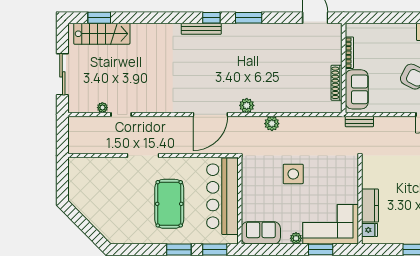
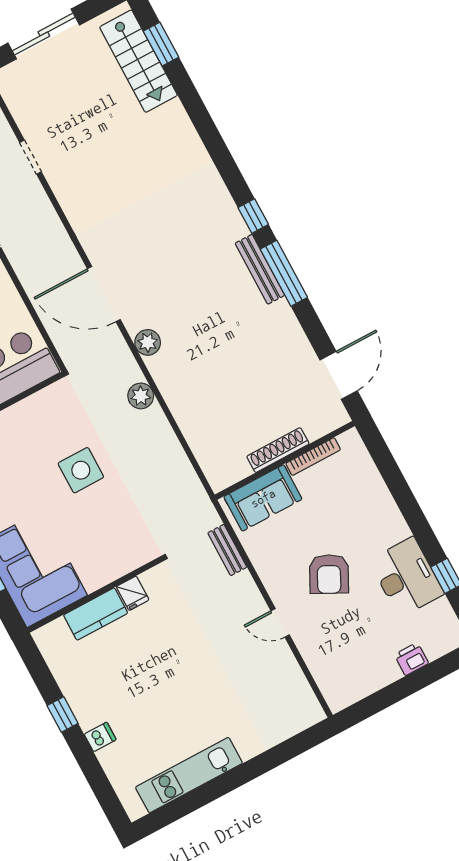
window: (249, 18) -> (284, 273), width x1.44
bench: (201, 29) -> (260, 269), moved
shoe rack: (337, 83) -> (278, 450), moved
plant: (102, 108) -> (26, 123), removed
bench: (359, 121) -> (227, 550), moved
fridge: (370, 230) -> (133, 593), moved

